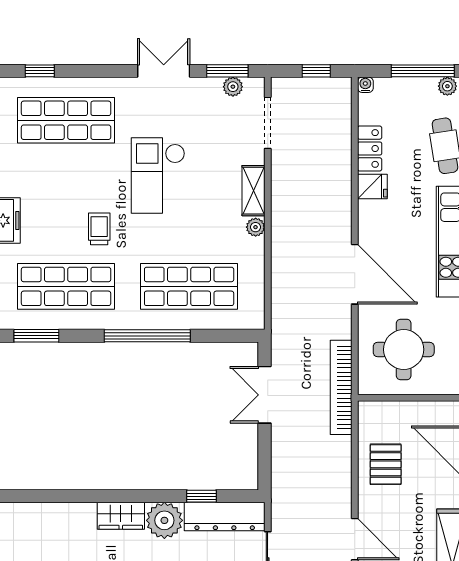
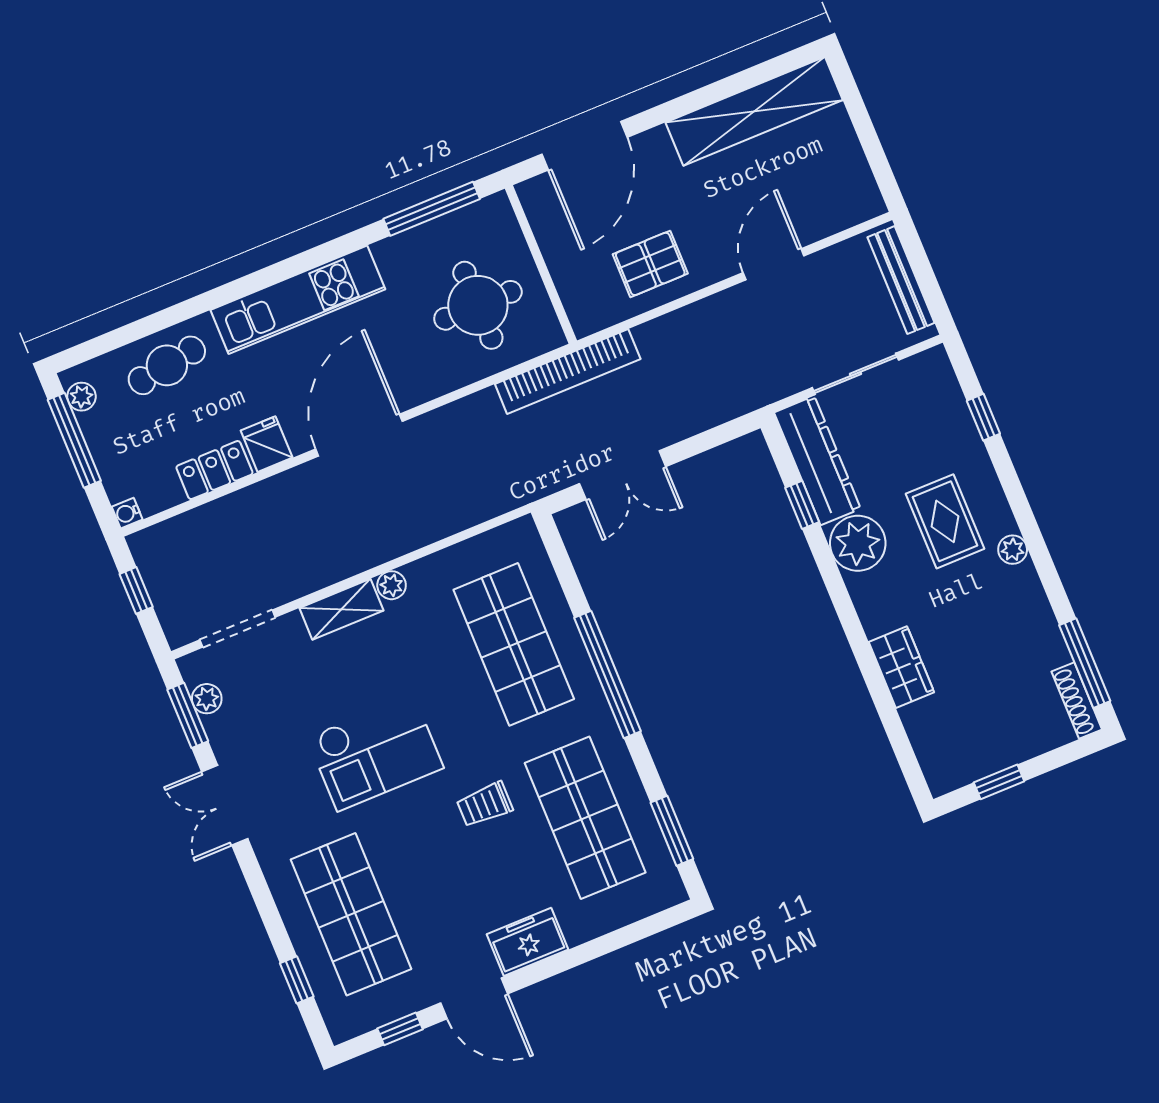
door: (355, 274) -> (359, 435), moved
wardrobe: (121, 516) -> (901, 667), moved

